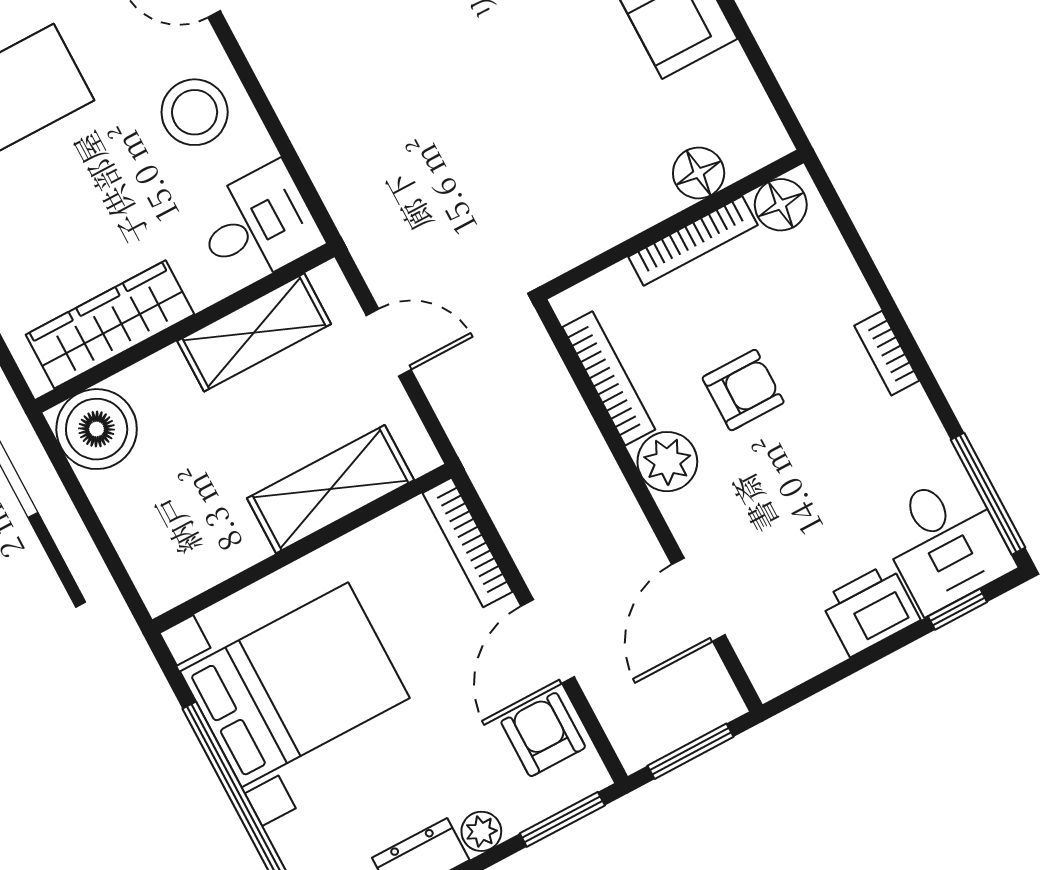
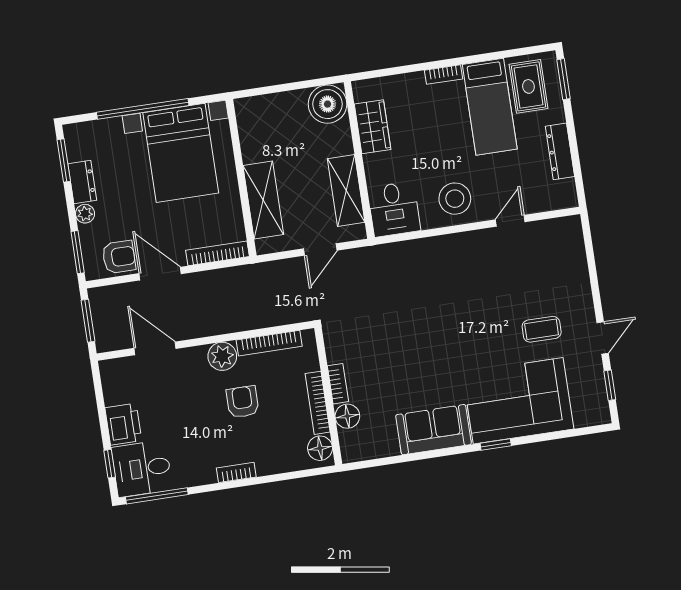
bookcase: (641, 214) -> (338, 384), added
wardrobe: (110, 324) -> (373, 127), width x0.67
armchair: (743, 390) -> (242, 402), turned 180

